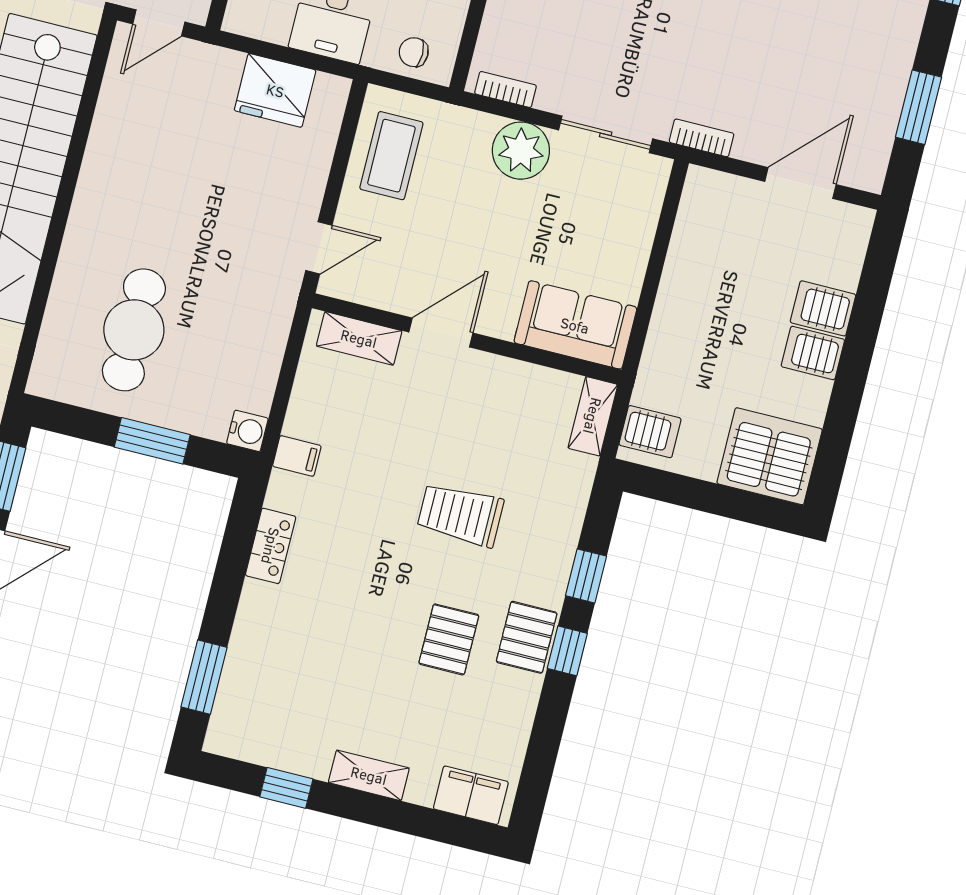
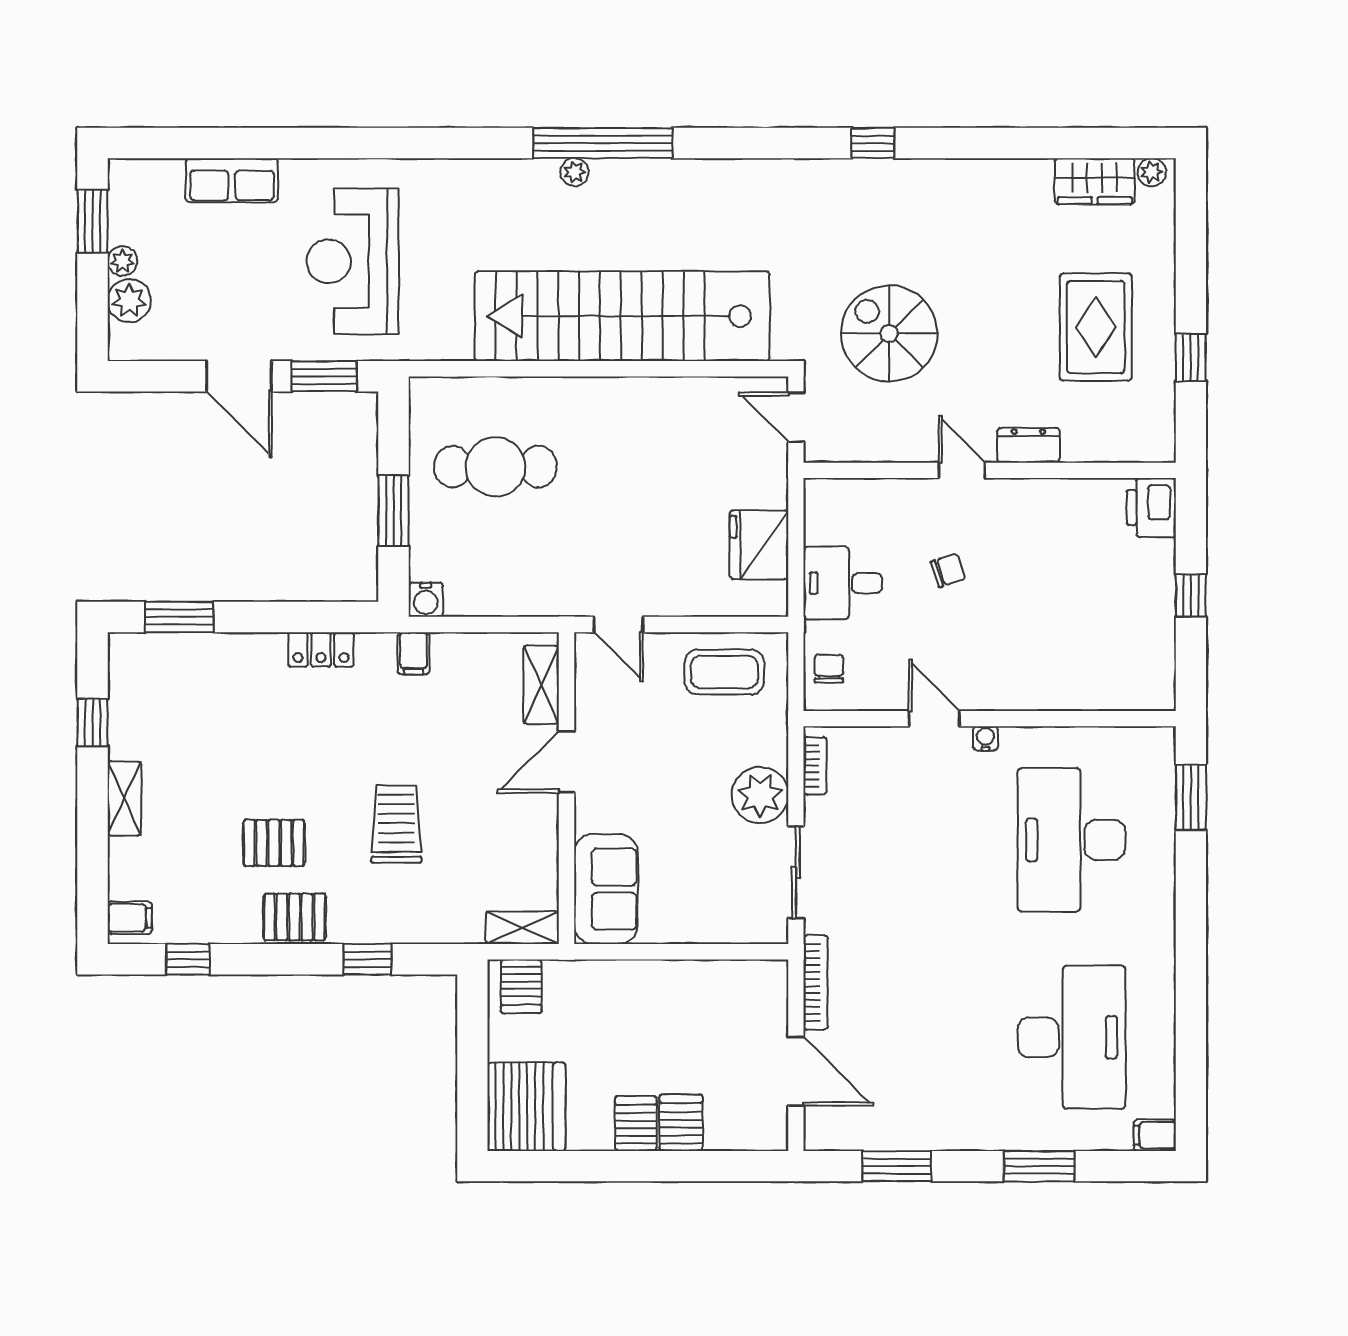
bookcase: (702, 138) -> (816, 982), width x1.56
door: (441, 332) -> (566, 762), swing flipped
window: (567, 651) -> (188, 959), moved
filing cabinet: (471, 795) -> (130, 918), width x0.50

